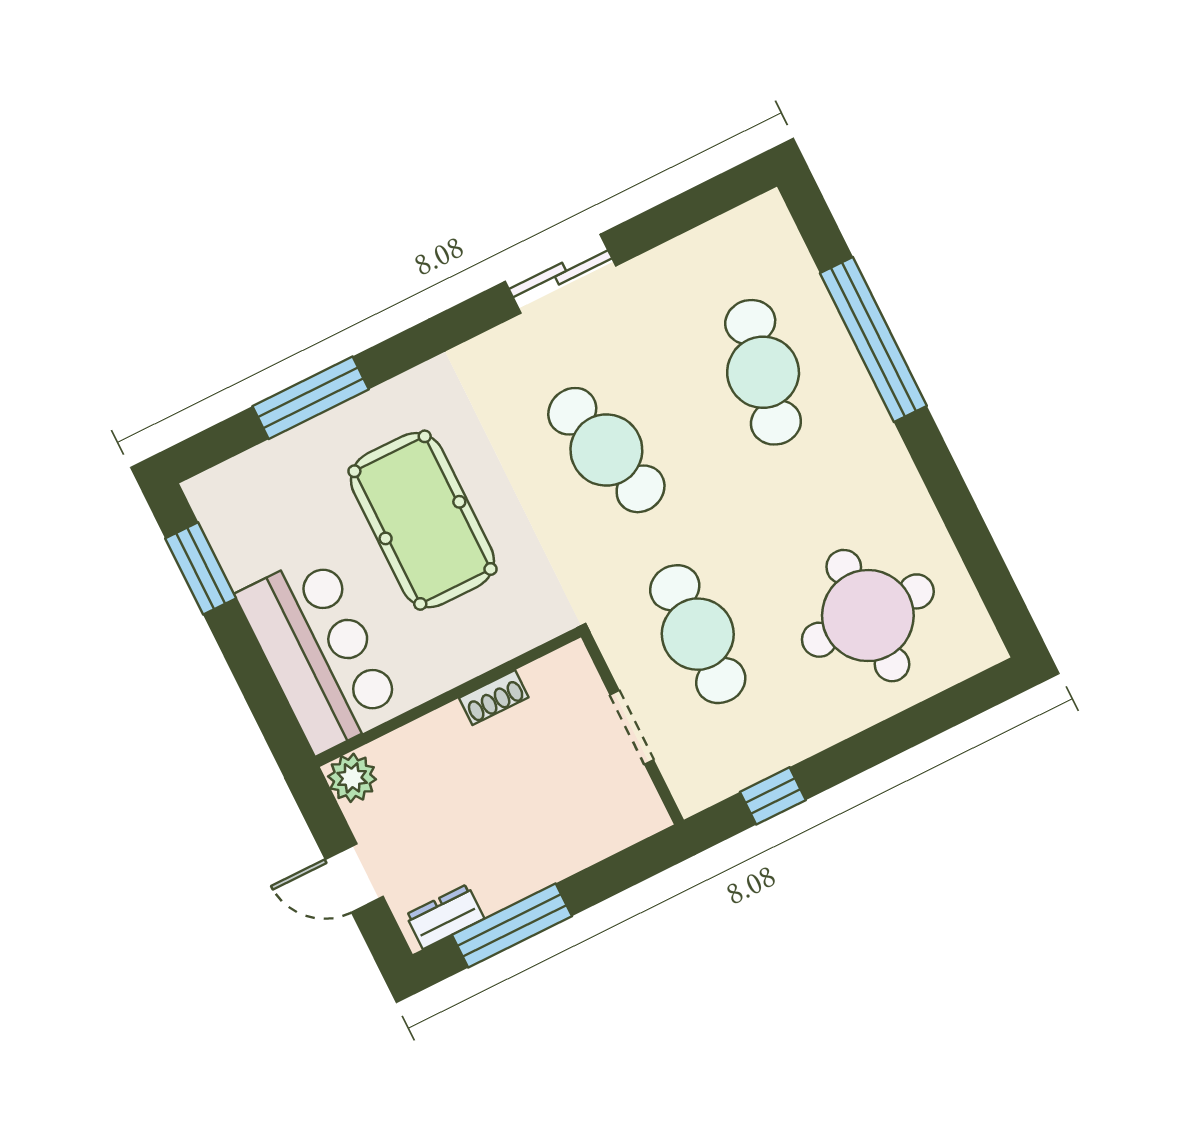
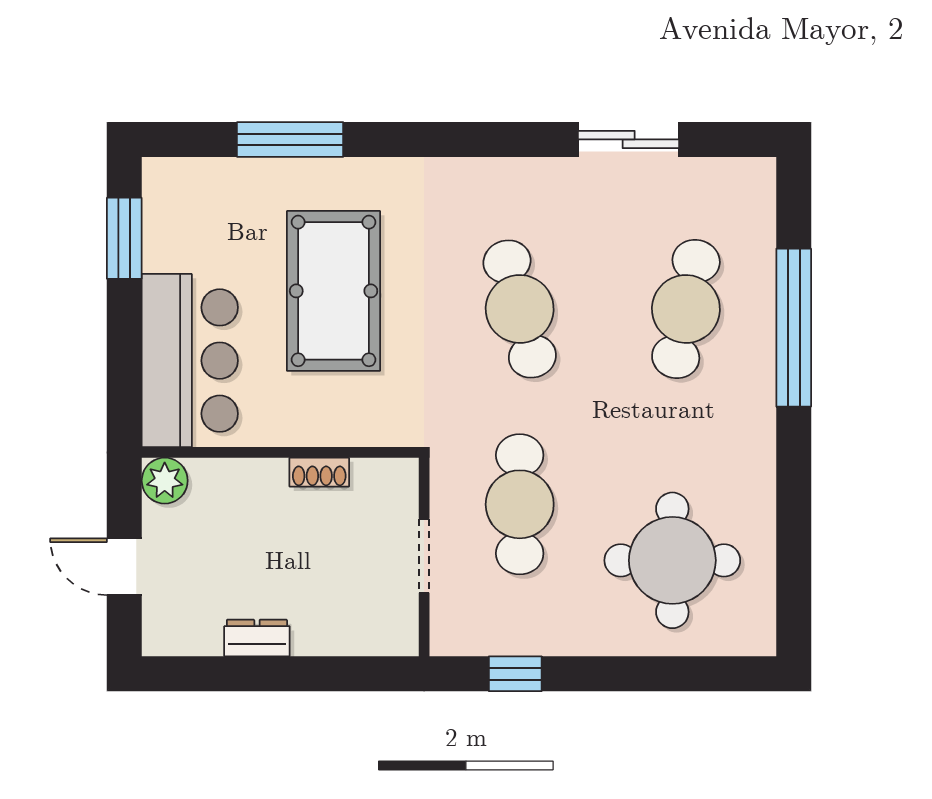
sliding door: (560, 274) -> (629, 139), moved
dresser: (445, 917) -> (257, 638), moved
window: (512, 925) -> (238, 674), removed

